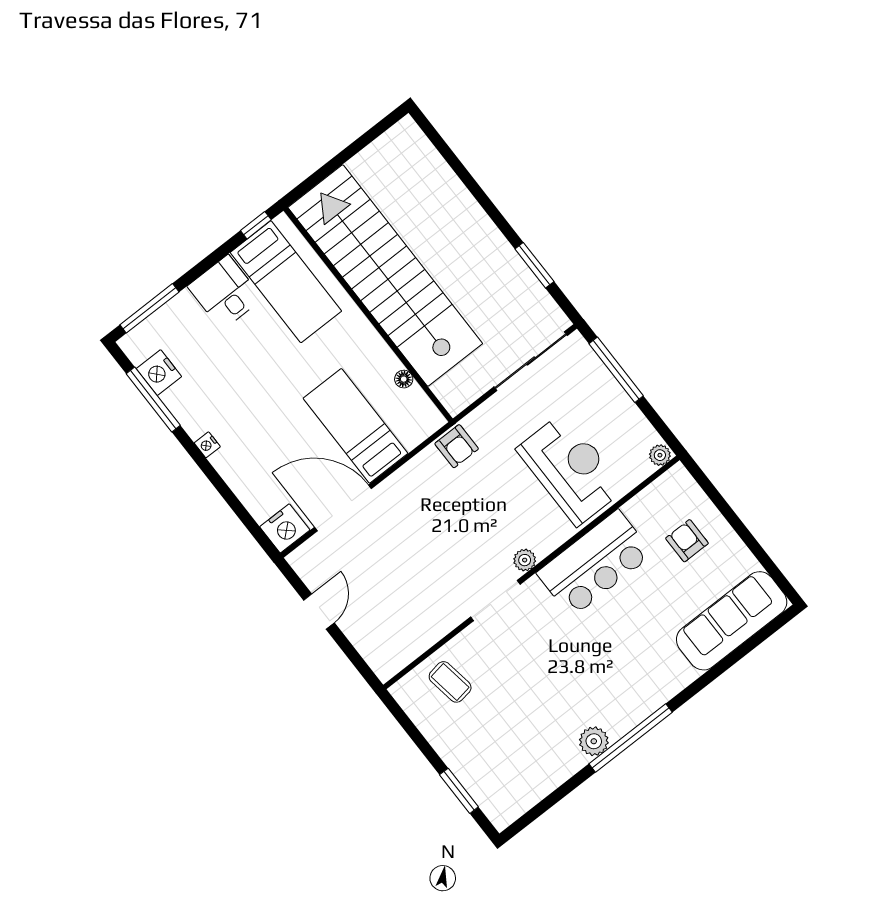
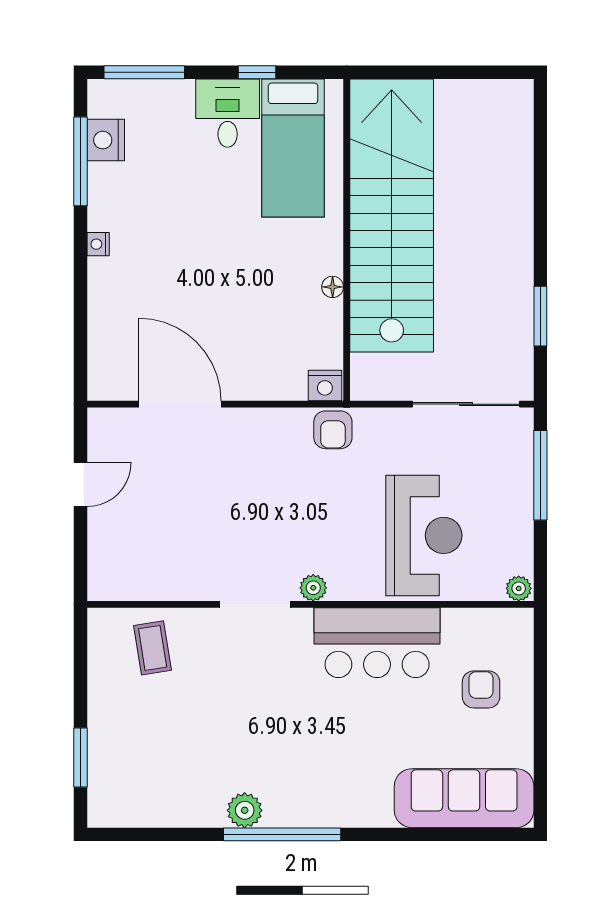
window: (256, 225) -> (257, 72), moved
floor lamp: (404, 379) -> (333, 287), moved
bed: (355, 426) -> (252, 336), removed
nightstand: (285, 528) -> (325, 385), moved, width x0.74, depth x0.75

